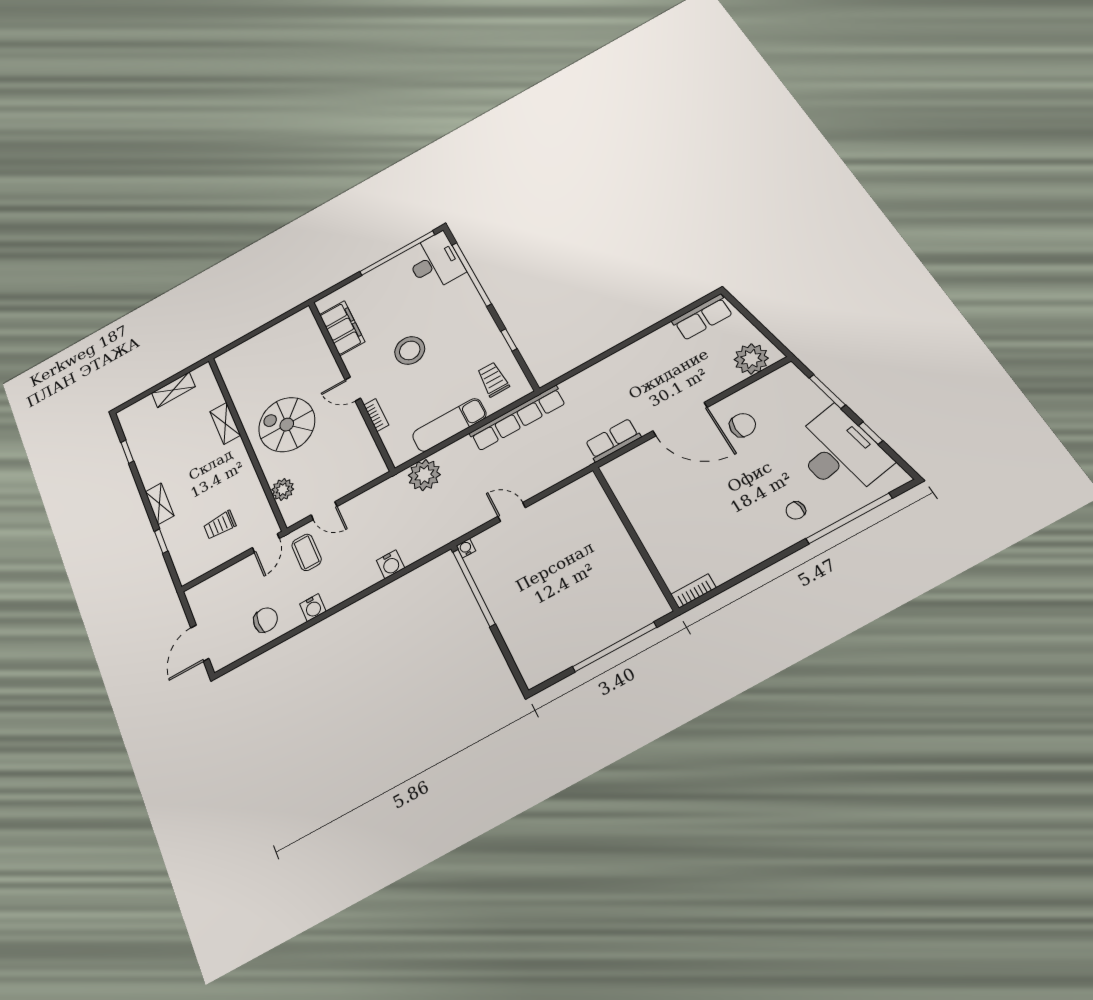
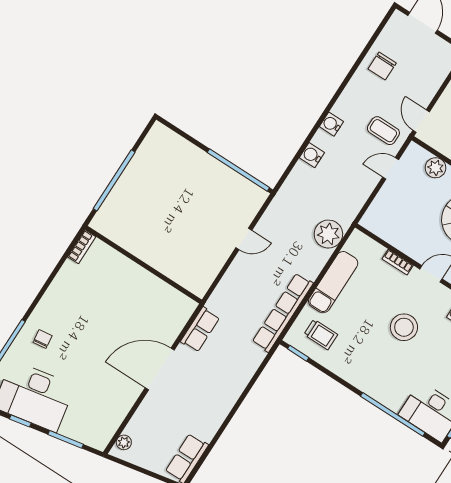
window: (509, 340) -> (298, 353), moved
plant: (751, 359) -> (124, 442), width x0.53, depth x0.53
chair: (743, 425) -> (112, 385), removed
water cooler: (466, 548) -> (262, 195), removed
water cooler: (313, 608) -> (331, 124), moved

